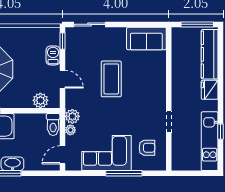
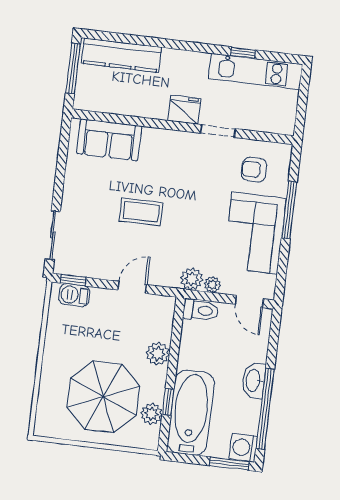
sofa: (146, 38) -> (109, 140), moved, turned 90
barbecue: (53, 55) -> (74, 295), moved
coffee table: (111, 79) -> (141, 212), width x0.73, depth x0.76
fridge: (210, 90) -> (185, 110), moved, turned 180
plant: (40, 100) -> (158, 354), moved
armchair: (147, 148) -> (254, 170), turned -90

